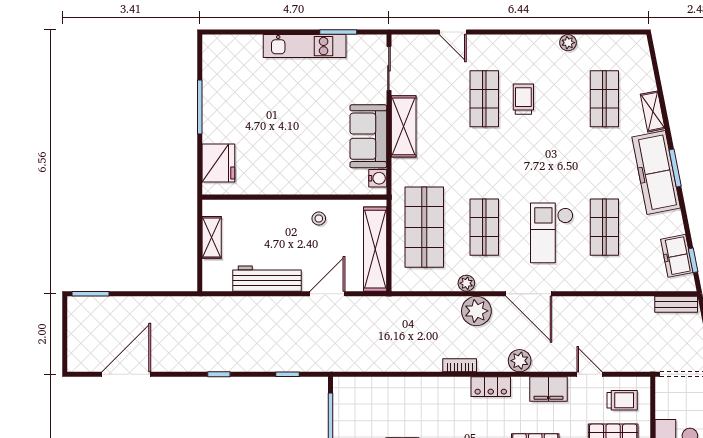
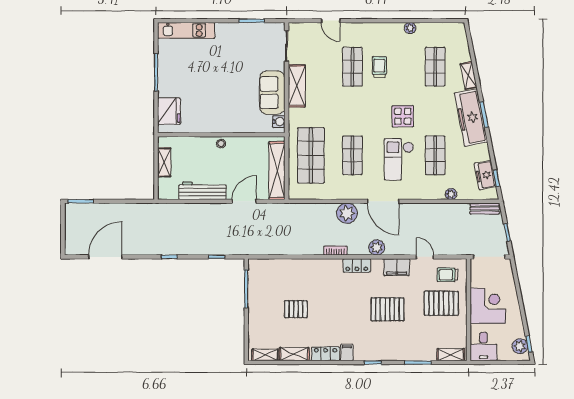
kitchen unit: (305, 46) -> (186, 30), moved
display table: (557, 171) -> (403, 116), added
stool: (319, 219) -> (221, 144), moved
plant: (466, 283) -> (451, 194), moved
trolley: (622, 400) -> (447, 275), turned 180

